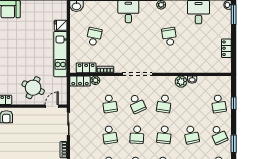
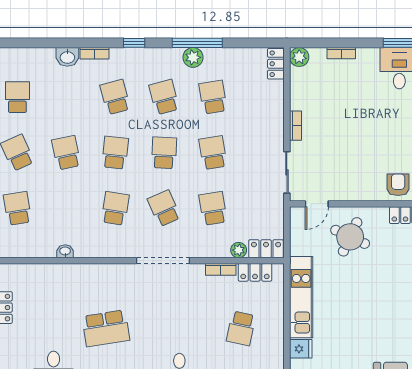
school desk: (169, 37) -> (106, 328), width x1.85
plant: (181, 82) -> (85, 248), removed

